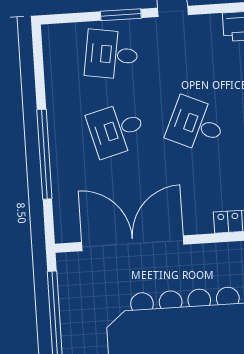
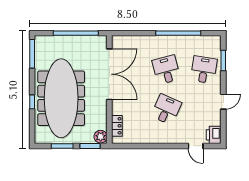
window: (121, 15) -> (223, 61), moved
window: (44, 154) -> (178, 33), moved

